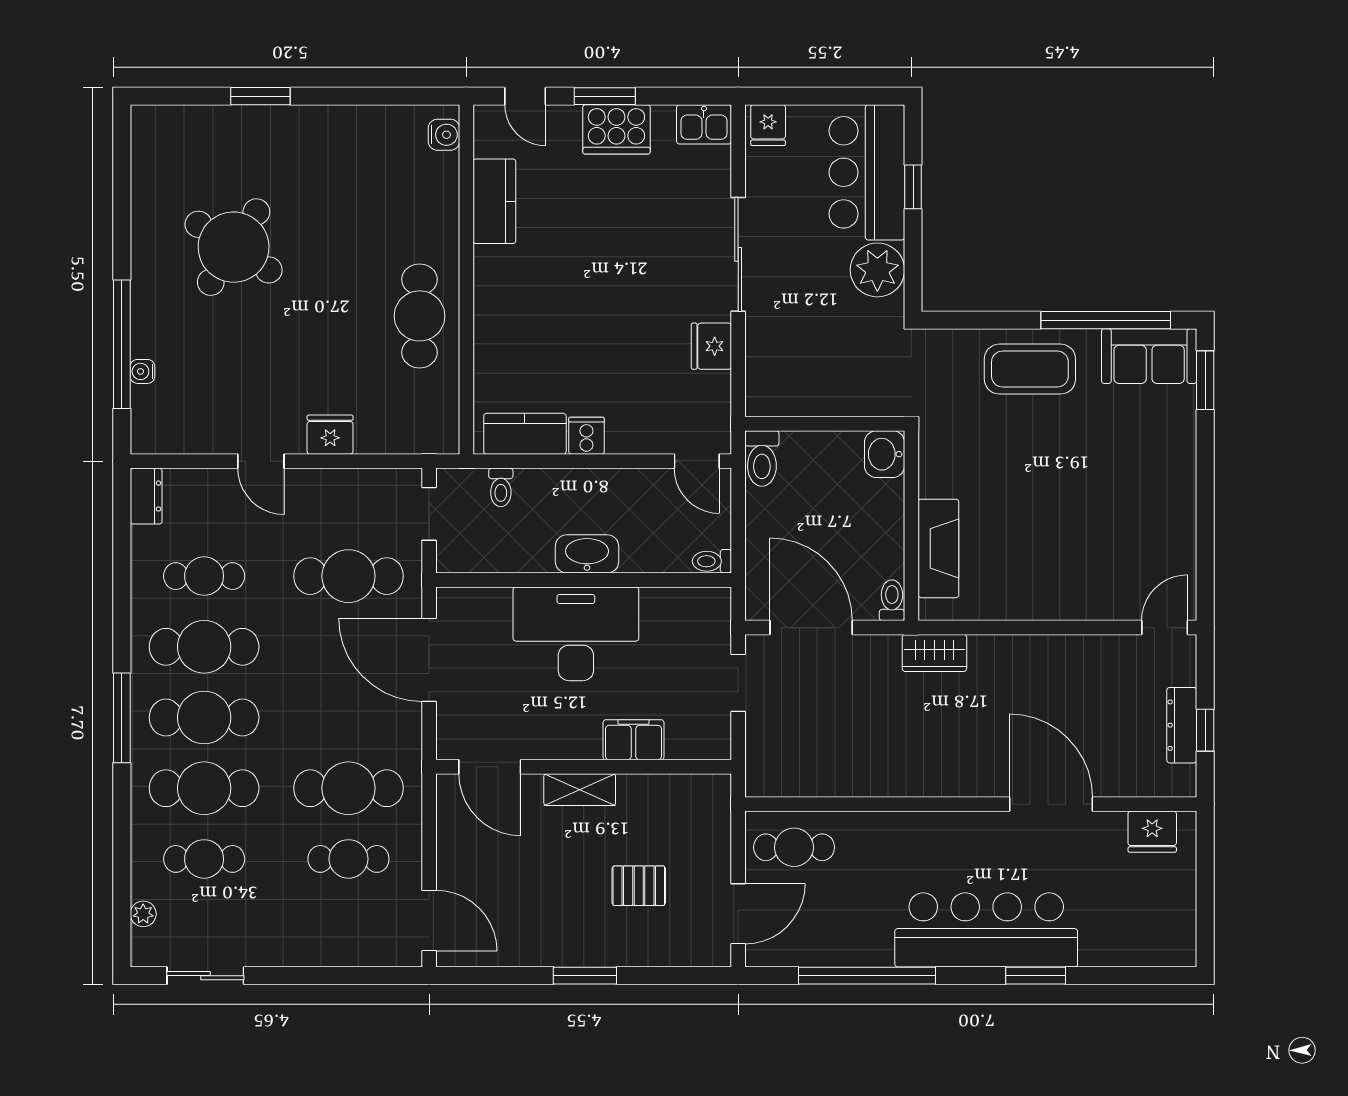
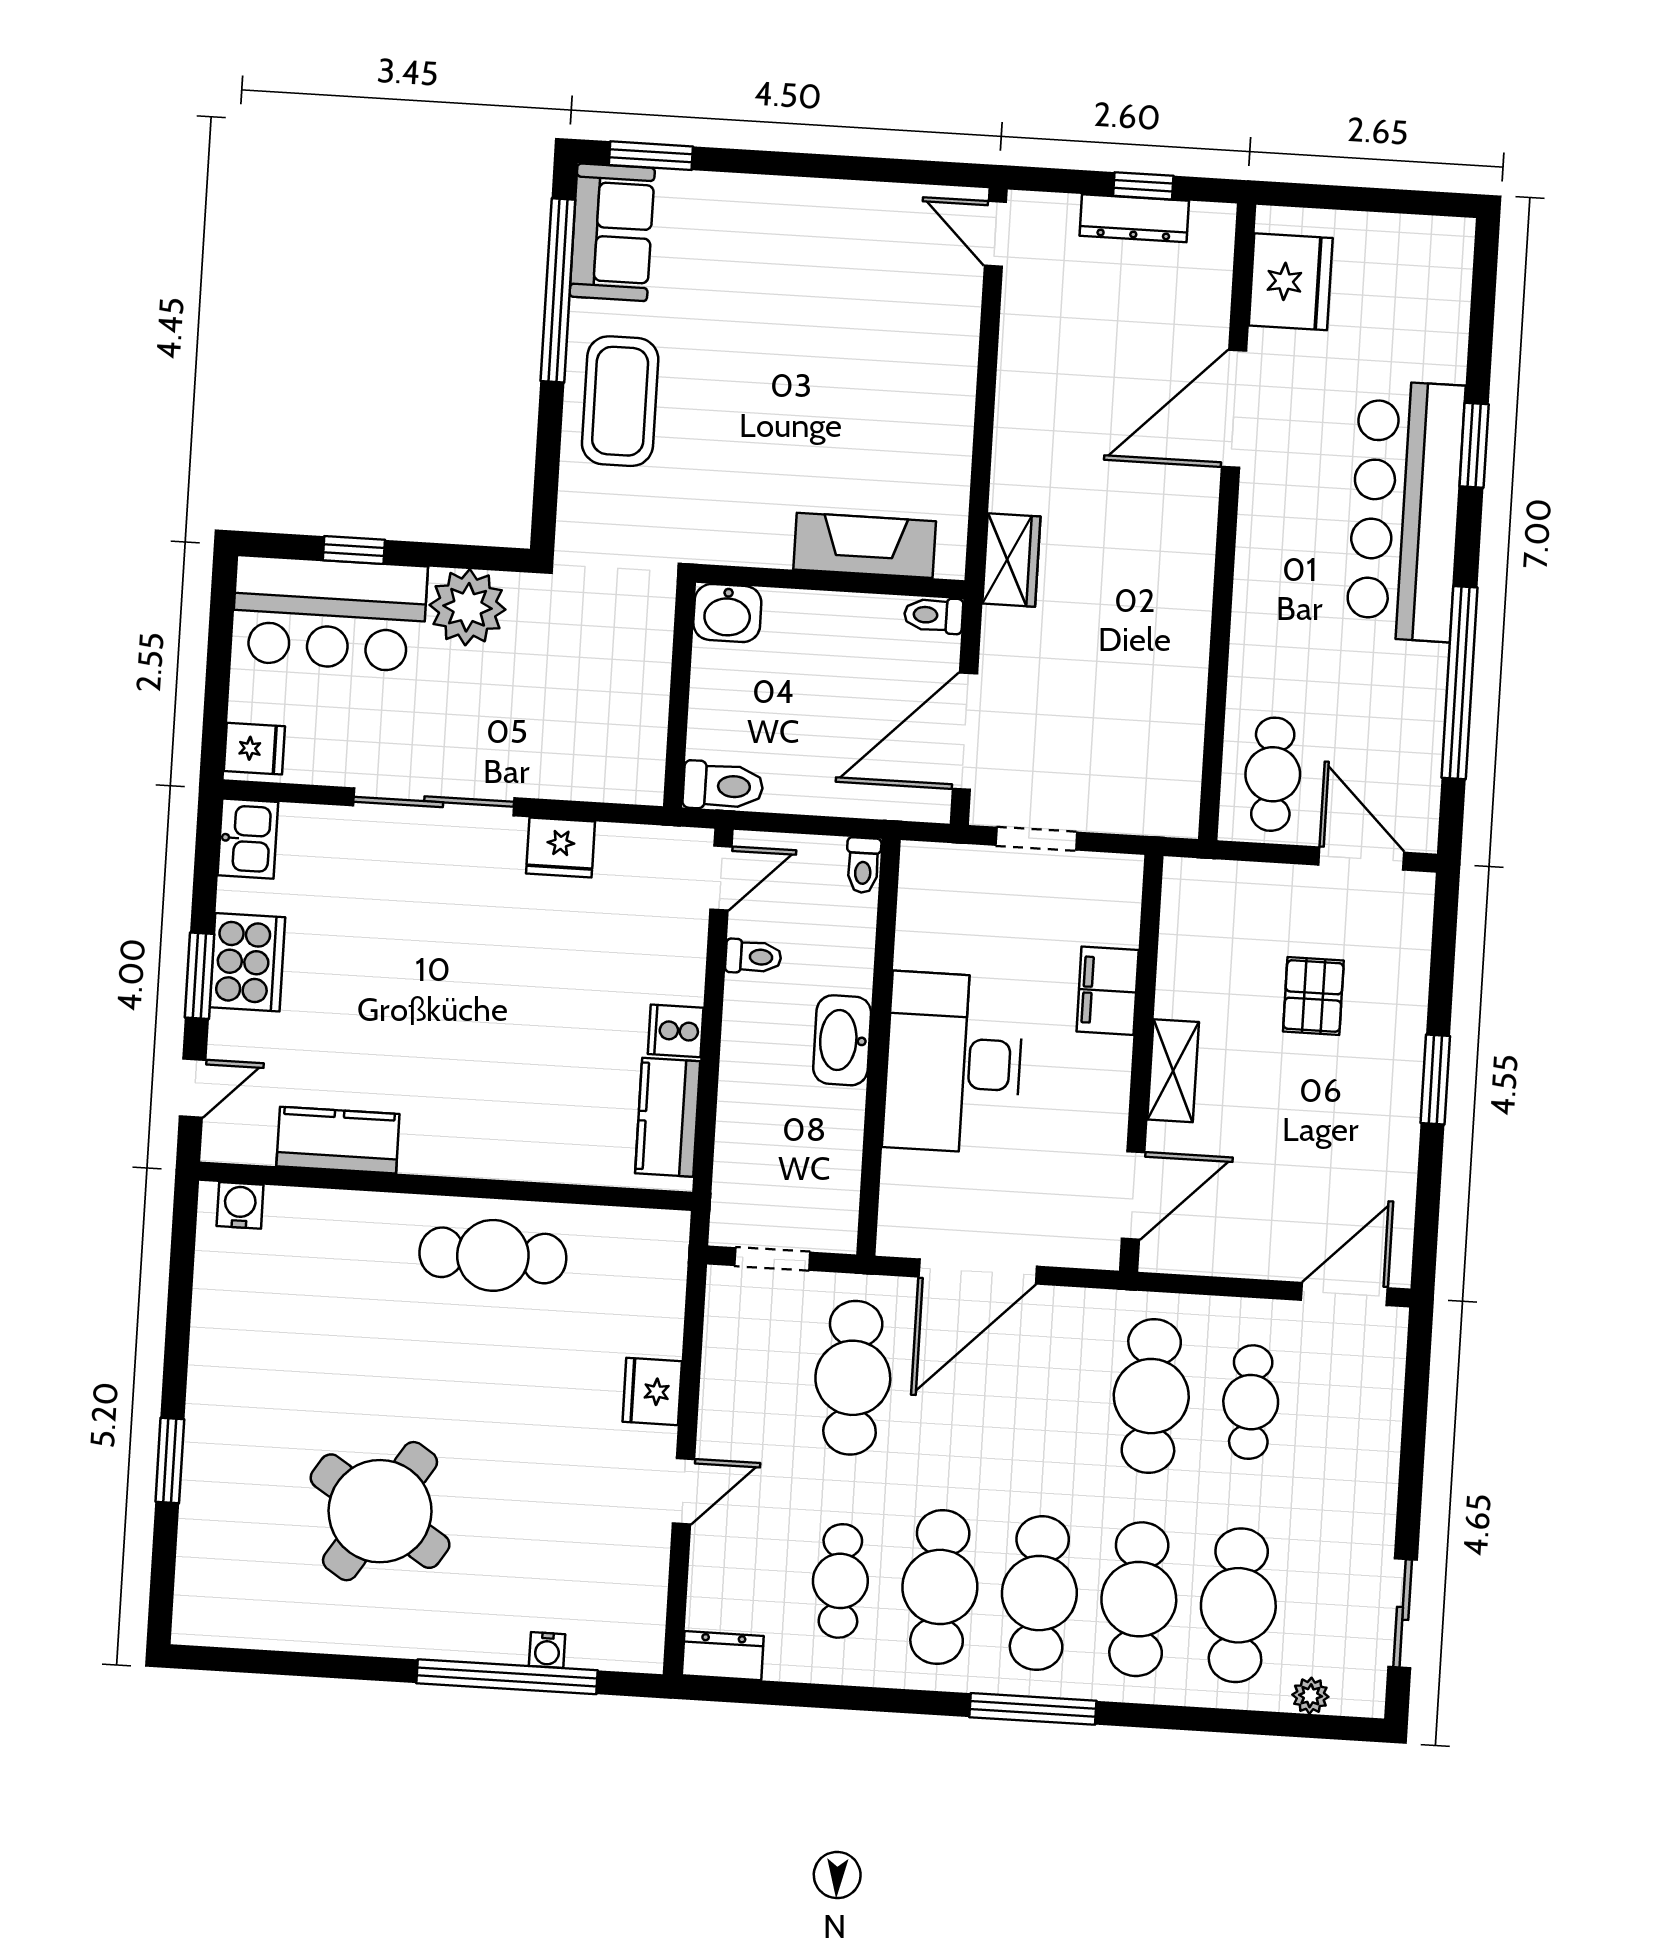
toilet: (501, 487) -> (753, 957), moved
fridge: (1152, 832) -> (1291, 282), width x1.36, depth x1.34
cafe table: (204, 859) -> (1238, 1605), width x1.37, depth x1.35

